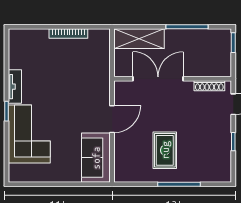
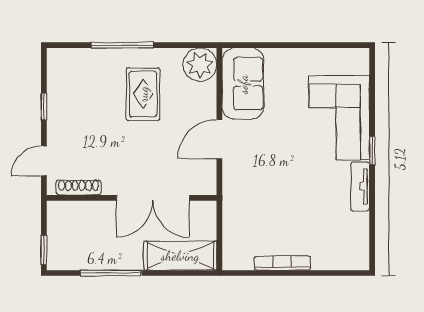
plant: (126, 171) -> (200, 65), added

